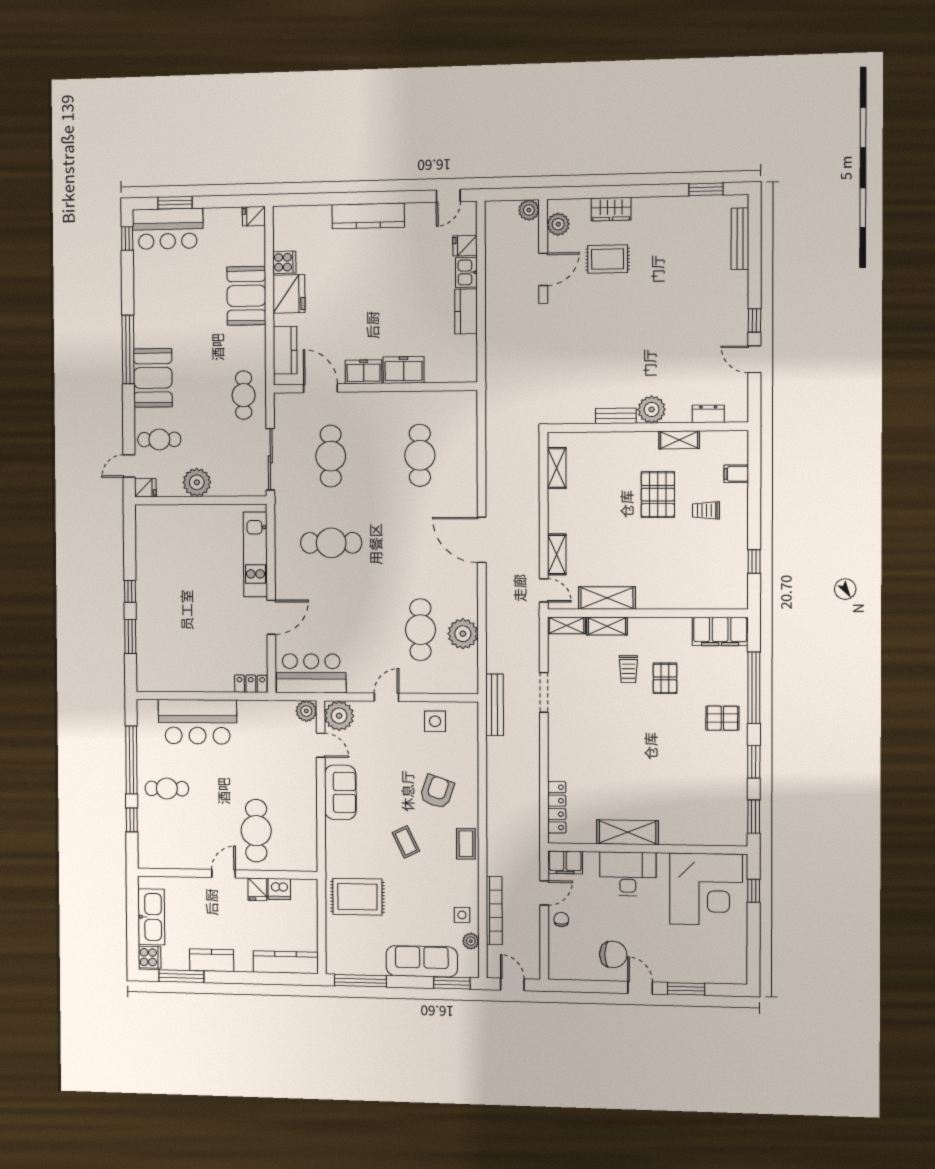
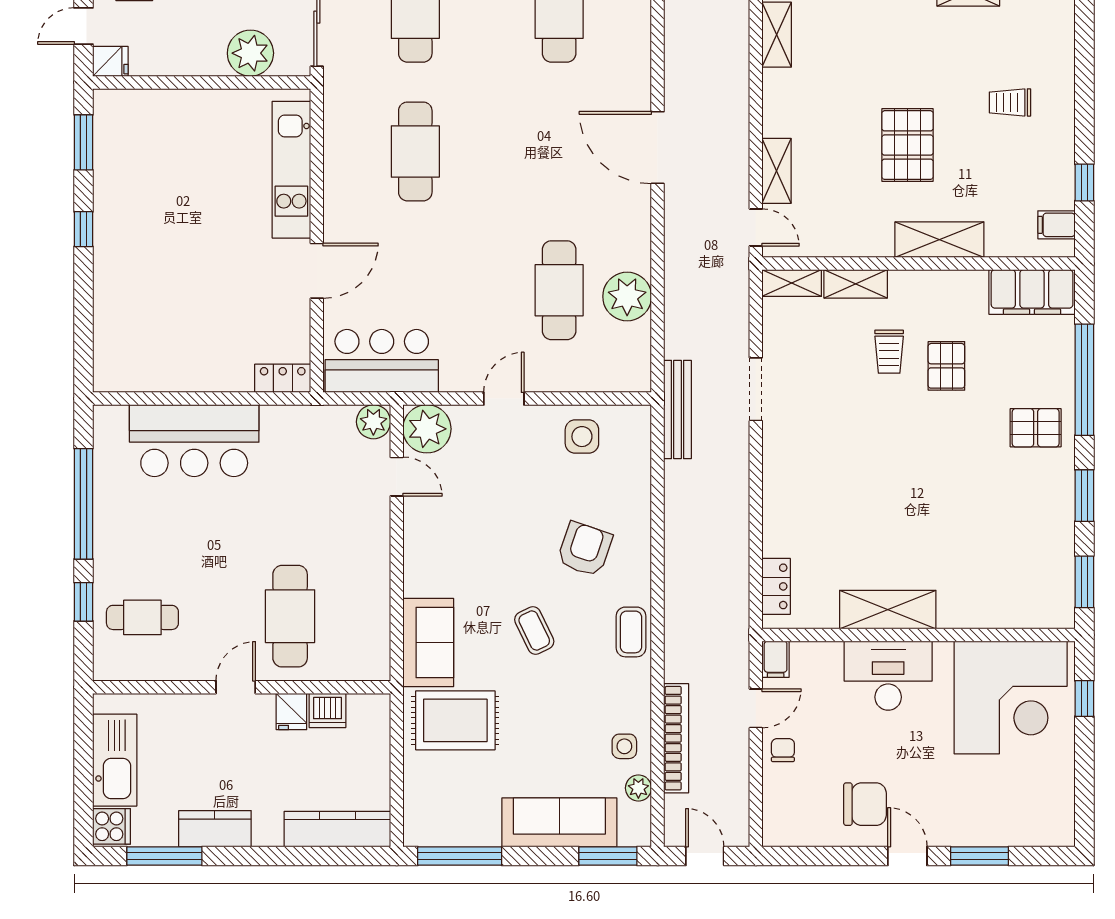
filing cabinet: (736, 474) -> (1056, 225), moved
plant: (197, 482) -> (250, 53), moved
pallet: (658, 495) -> (908, 145), moved
cafe table: (331, 543) -> (415, 151), turned 90
shelving: (607, 598) -> (939, 240), moved
window: (130, 636) -> (84, 142), moved
cafe table: (167, 789) -> (142, 617), moved
sofa: (340, 792) -> (428, 643), moved
locker: (557, 807) -> (776, 586), width x0.66
filing cabinet: (565, 862) -> (776, 659), width x0.50

